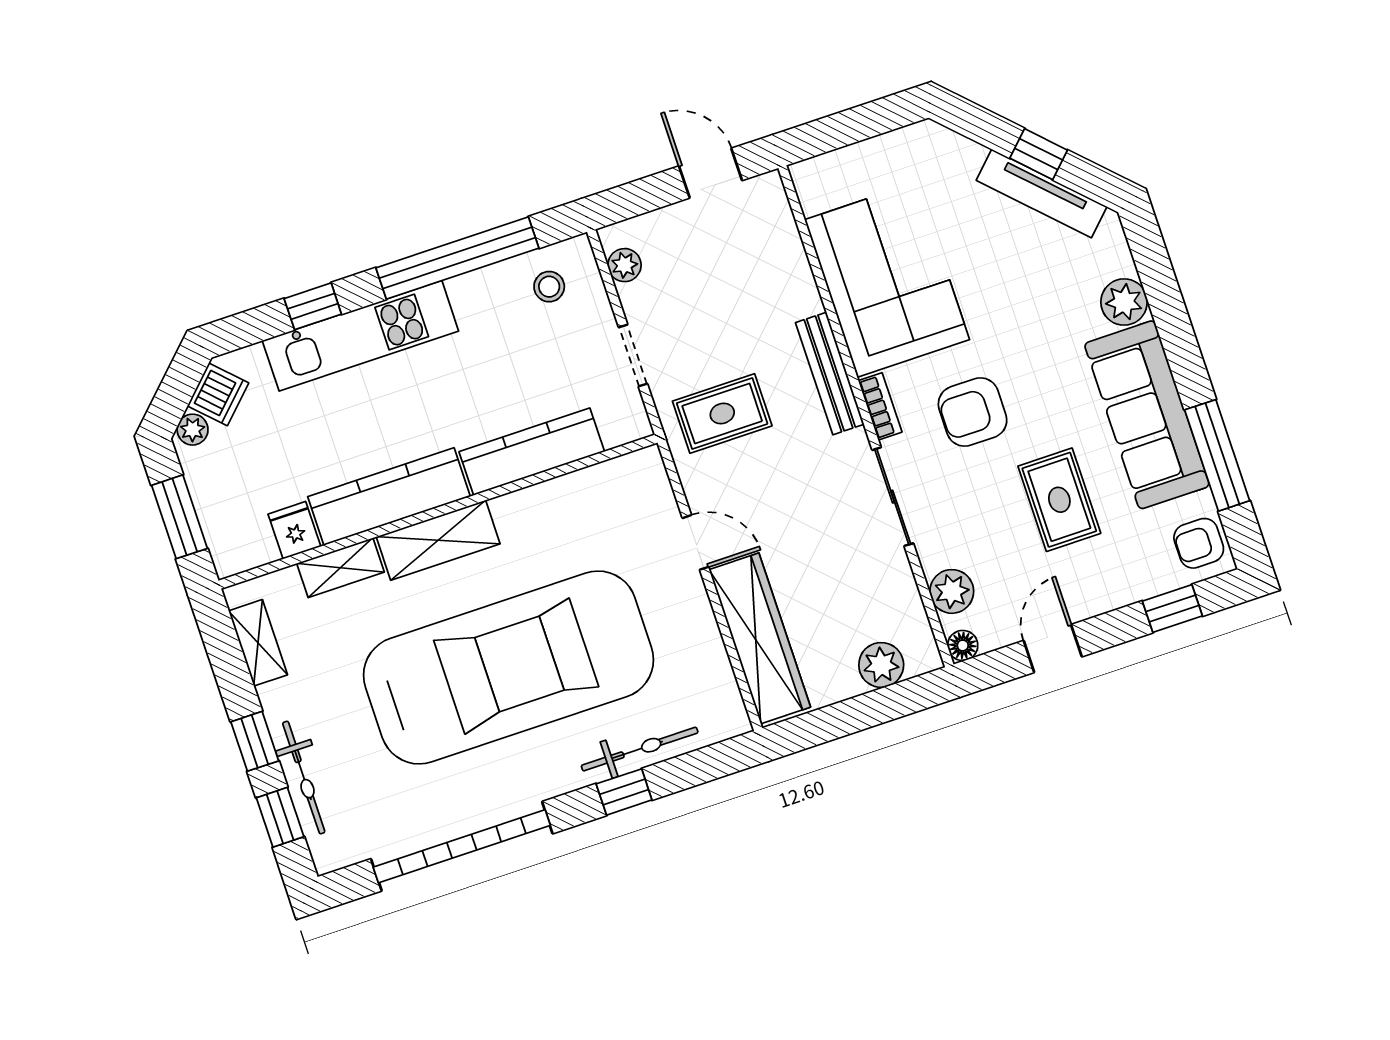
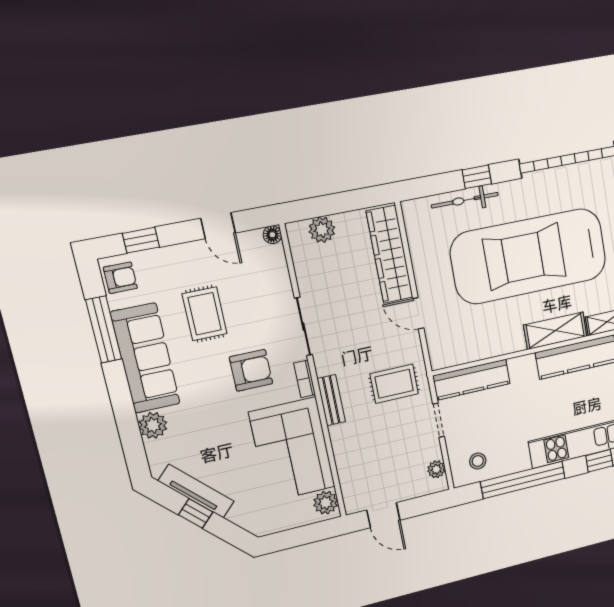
bench: (830, 373) -> (331, 400), width x0.73
kitchen counter: (532, 452) -> (472, 380), moved
plant: (952, 591) -> (326, 503), moved
door: (1053, 649) -> (218, 226), hinge flipped

